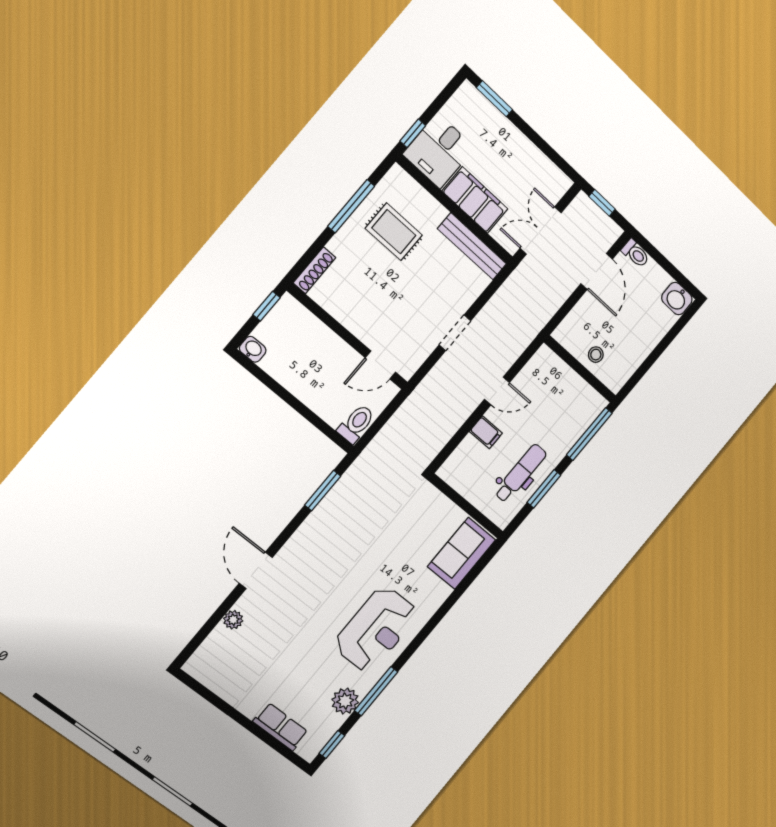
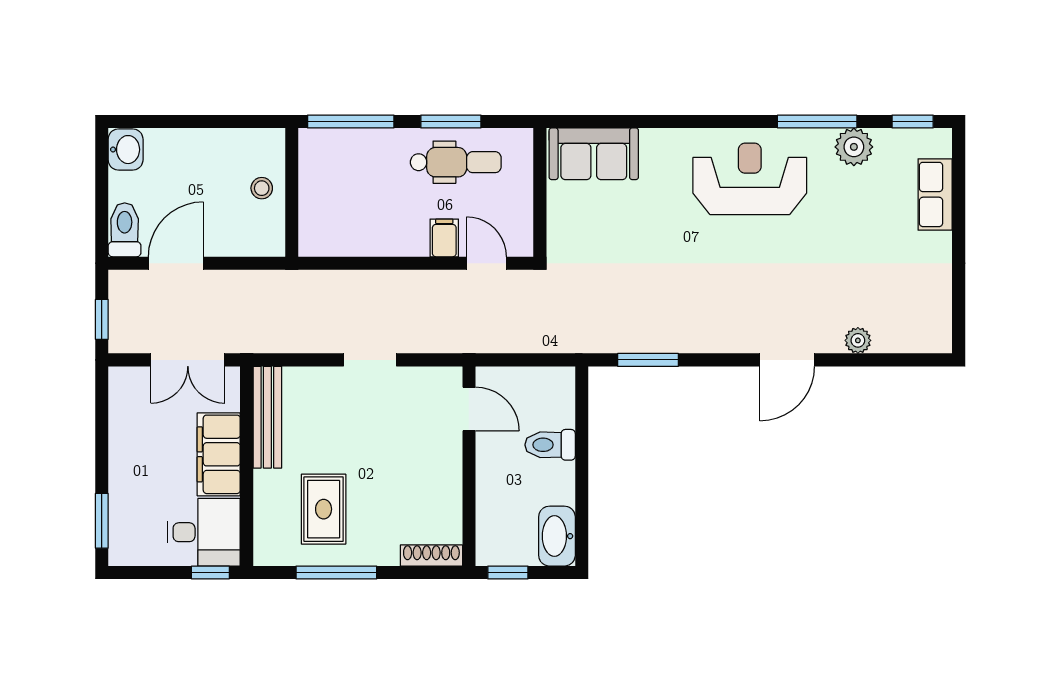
toilet: (636, 253) -> (125, 230), width x1.37, depth x1.39
washbasin: (253, 349) -> (557, 536), width x1.91, depth x1.45
door: (497, 391) -> (486, 263), moved
toilet: (356, 424) -> (550, 445), moved
dental chair: (521, 473) -> (456, 162), turned 180

